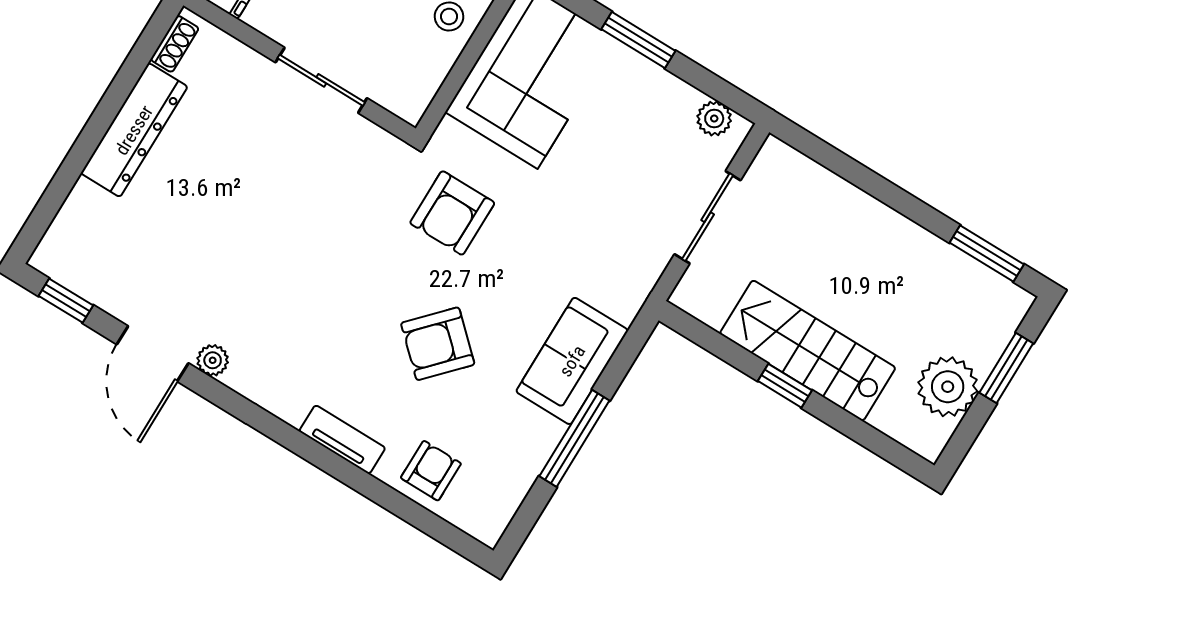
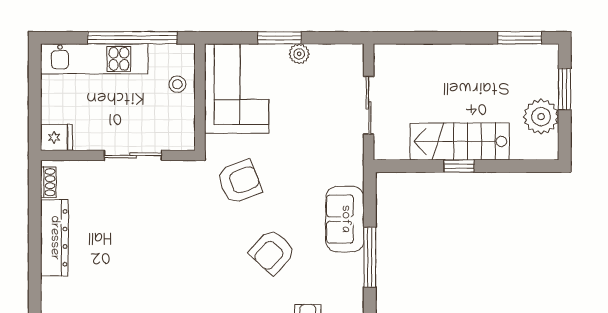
plant: (714, 119) -> (299, 54), moved
armchair: (452, 213) -> (239, 182), turned -111

